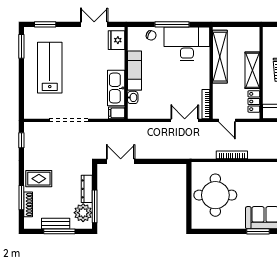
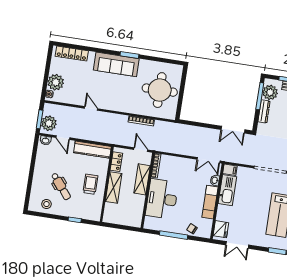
desk: (187, 44) -> (162, 199), moved, turned 90
shelving: (220, 57) -> (142, 179), moved, width x0.68
double door: (185, 120) -> (208, 160), moved

